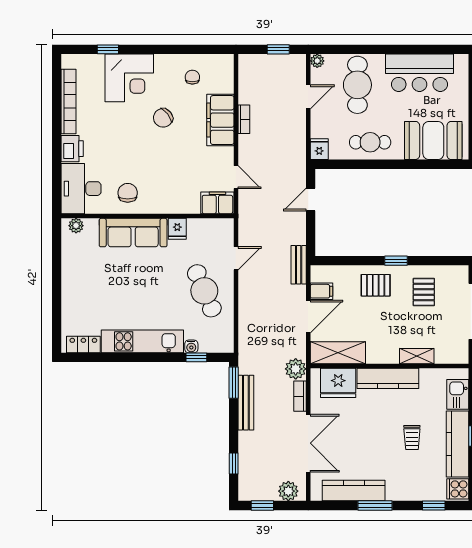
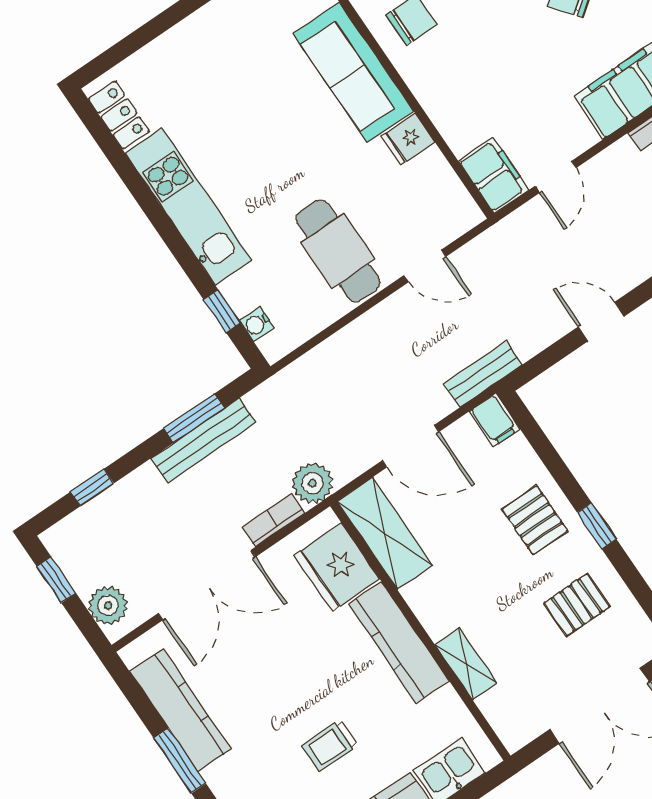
cafe table: (204, 291) -> (338, 251), turned -67
filing cabinet: (321, 291) -> (494, 420), moved
water cooler: (191, 346) -> (257, 324), moved
window: (234, 383) -> (194, 418), moved

